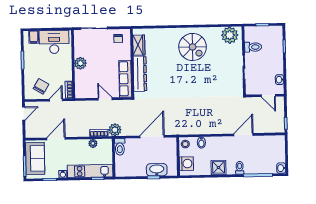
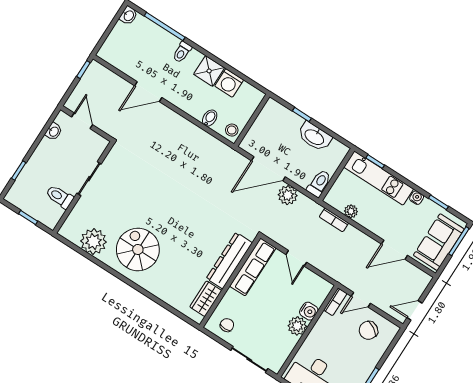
plant: (230, 35) -> (93, 241), moved
water cooler: (80, 75) -> (309, 311), added
plant: (115, 130) -> (288, 195), moved
washing machine: (186, 164) -> (229, 83), moved, turned -90
washbasin: (157, 170) -> (315, 137), moved

